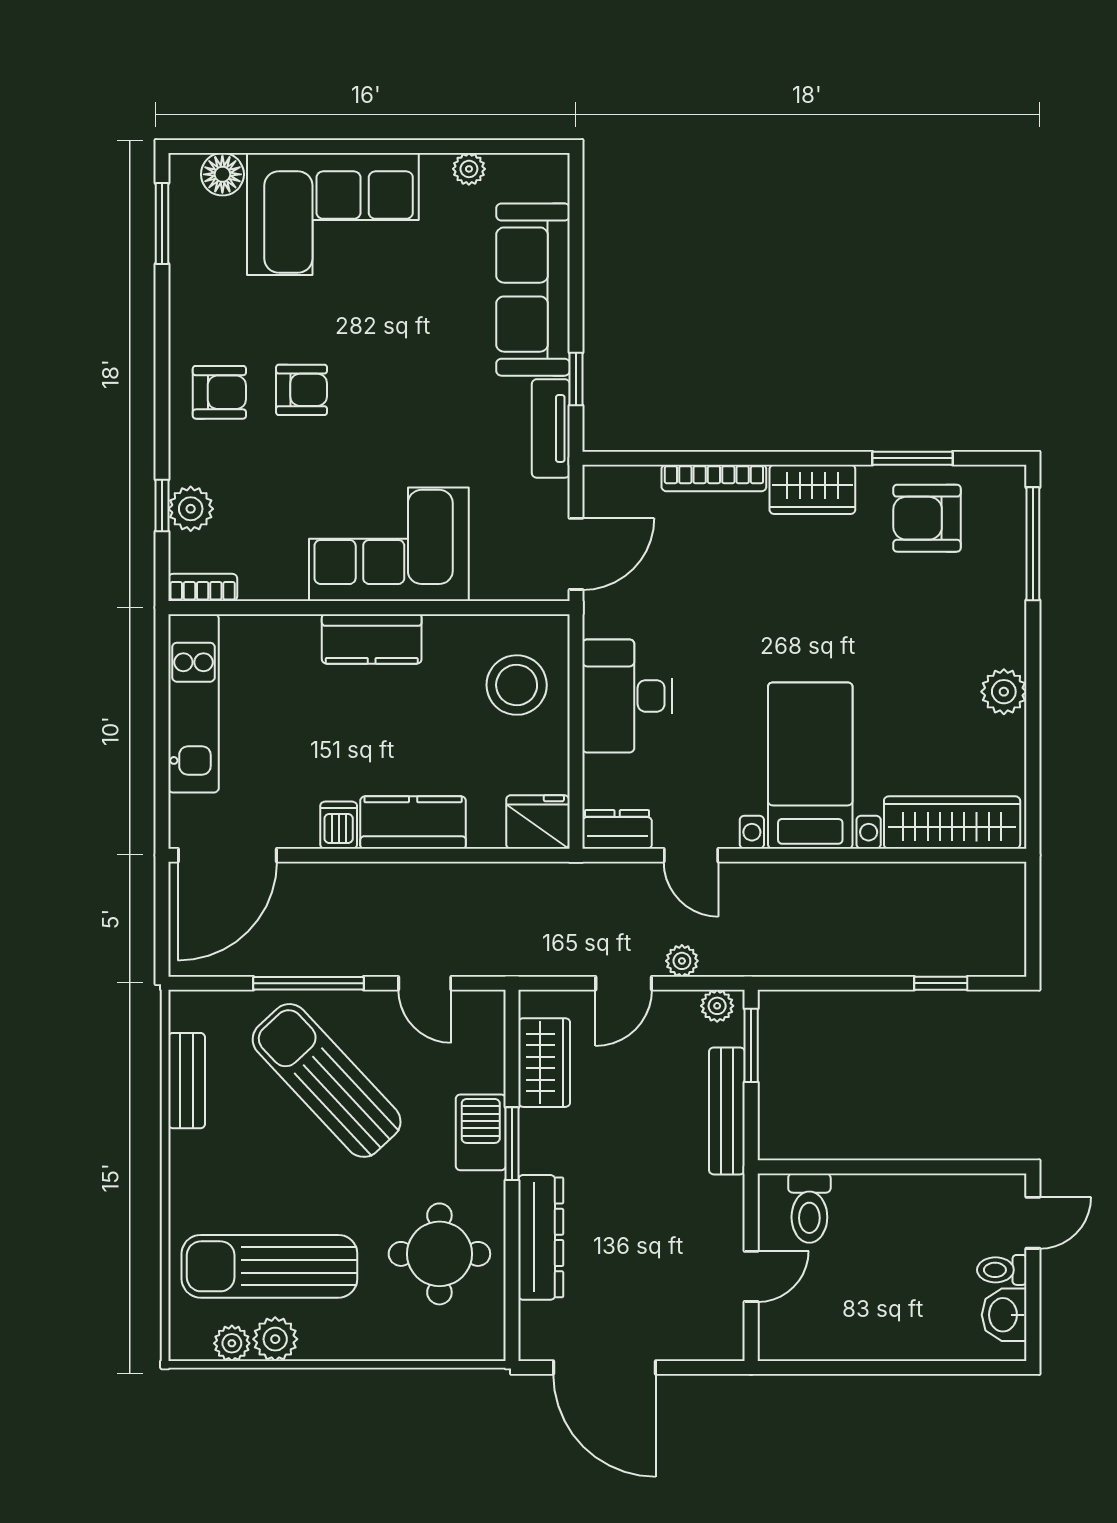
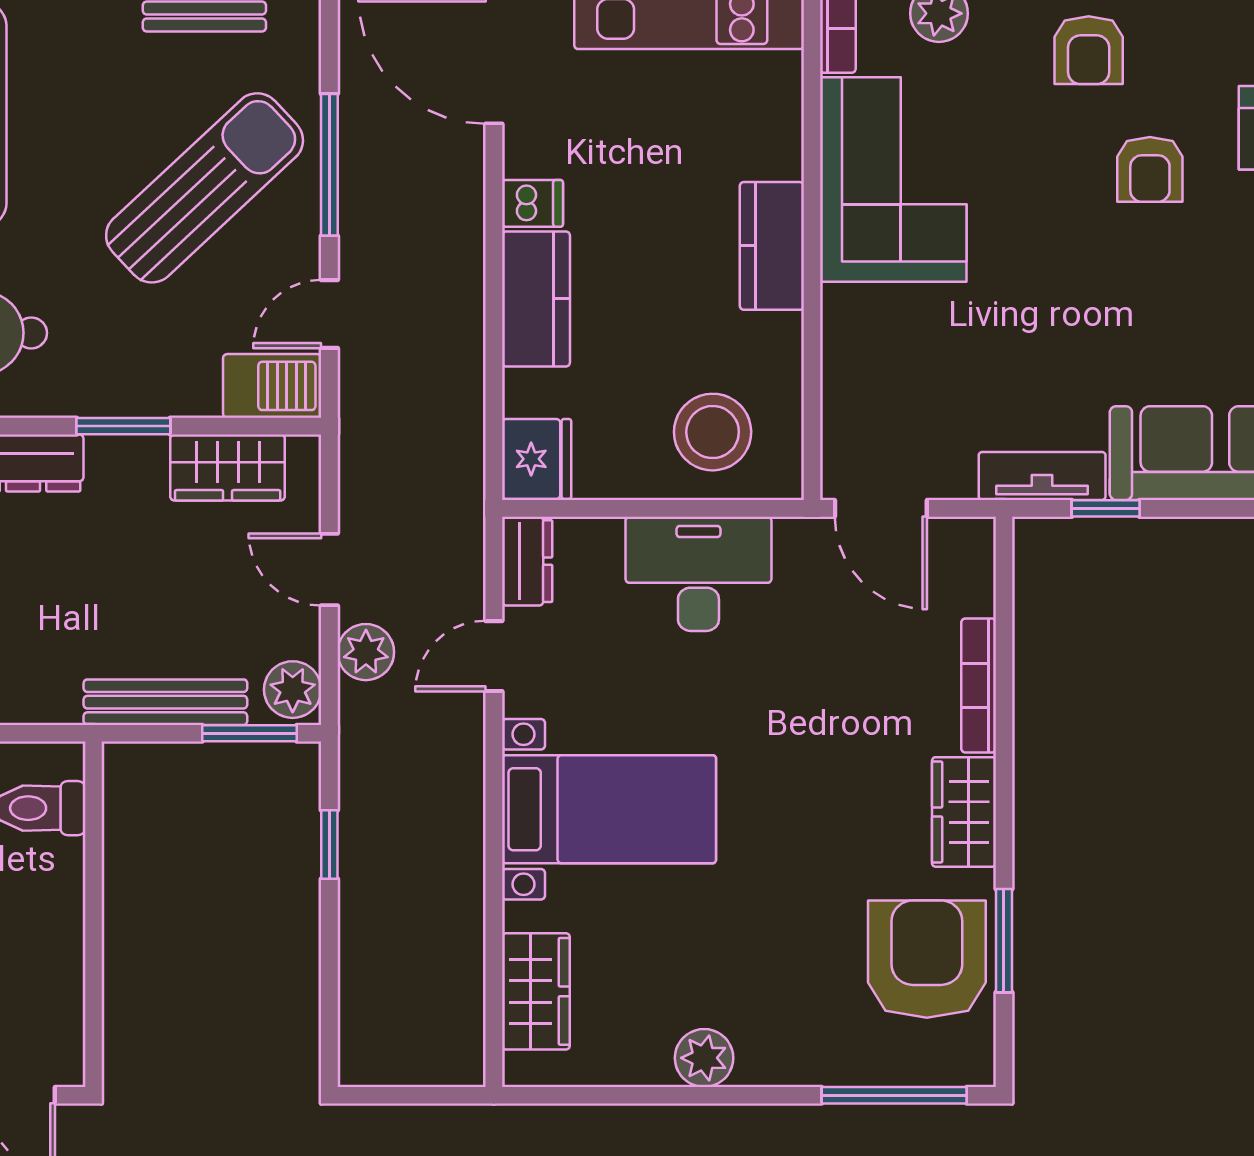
armchair: (302, 390) -> (1150, 169), moved
armchair: (927, 518) -> (927, 959), width x1.36, depth x1.36
corner sofa: (389, 544) -> (893, 180), moved
wardrobe: (952, 823) -> (536, 991), width x0.67
plant: (682, 961) -> (366, 652), width x1.38, depth x1.38
window: (941, 983) -> (329, 845), moved
plant: (717, 1006) -> (293, 690), width x1.38, depth x1.38
barbecue: (481, 1132) -> (272, 386), moved

